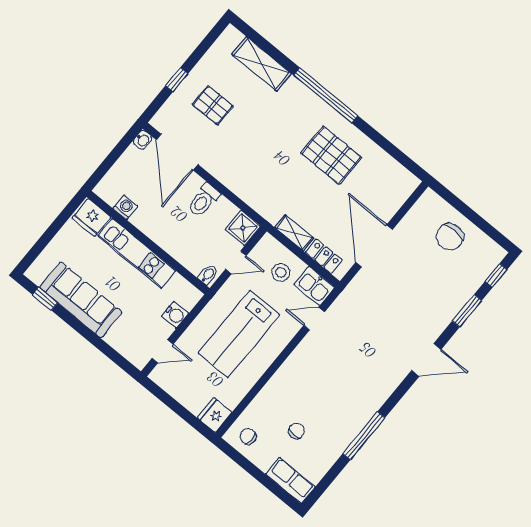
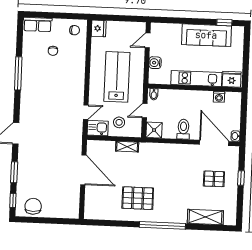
chair: (450, 237) -> (33, 206), moved
locker: (324, 256) -> (104, 146), removed

